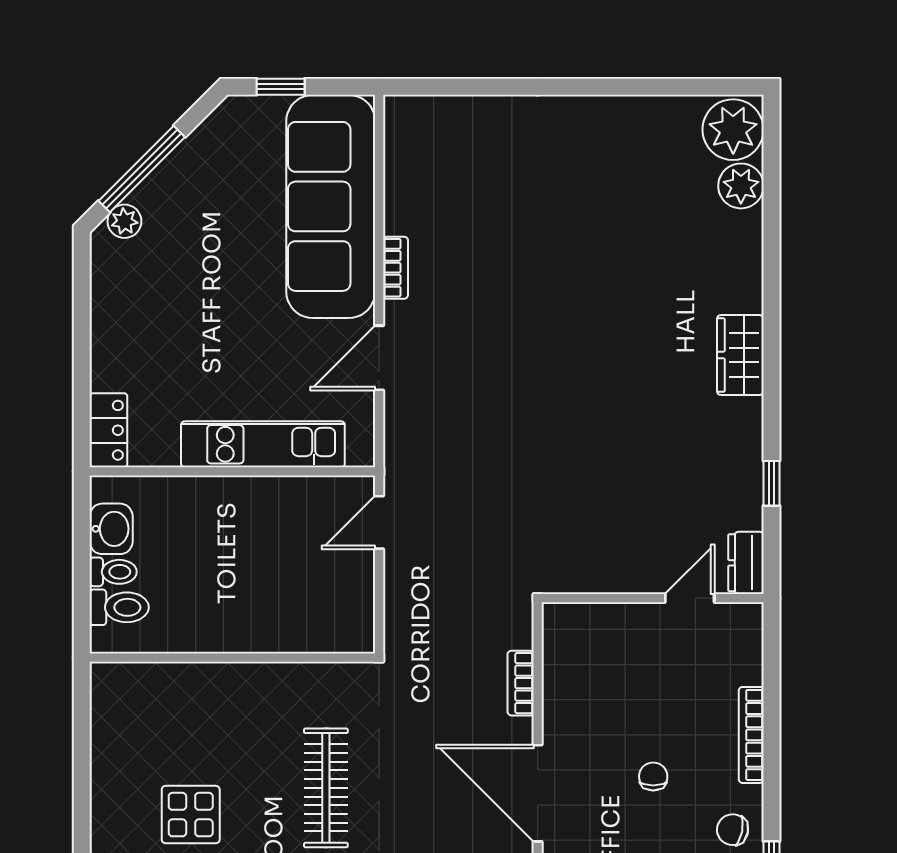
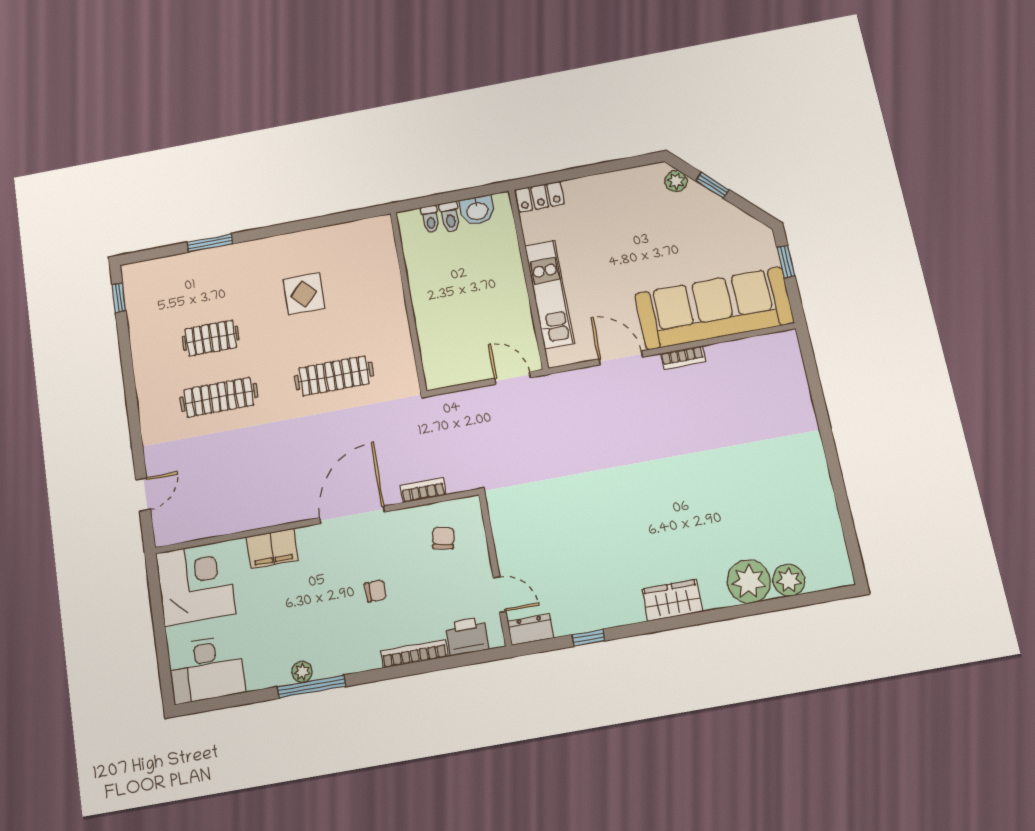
plant: (733, 130) -> (749, 581), moved
window: (142, 169) -> (712, 185), width x0.46
toilet: (119, 607) -> (430, 219), width x0.73, depth x0.72
printer: (740, 655) -> (467, 636), added
chair: (733, 830) -> (443, 538), moved

